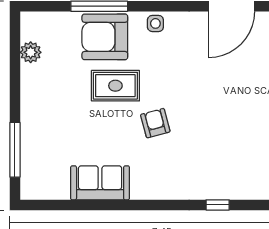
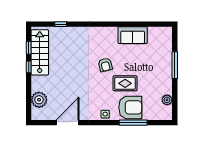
window: (15, 150) -> (175, 65), moved
window: (218, 205) -> (61, 24), moved

